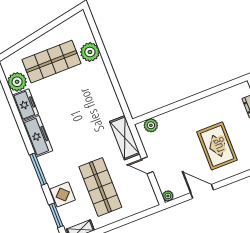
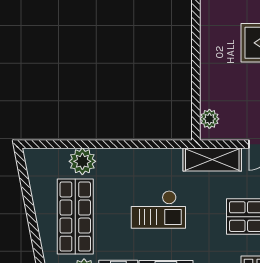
checkout: (78, 115) -> (158, 209), added

